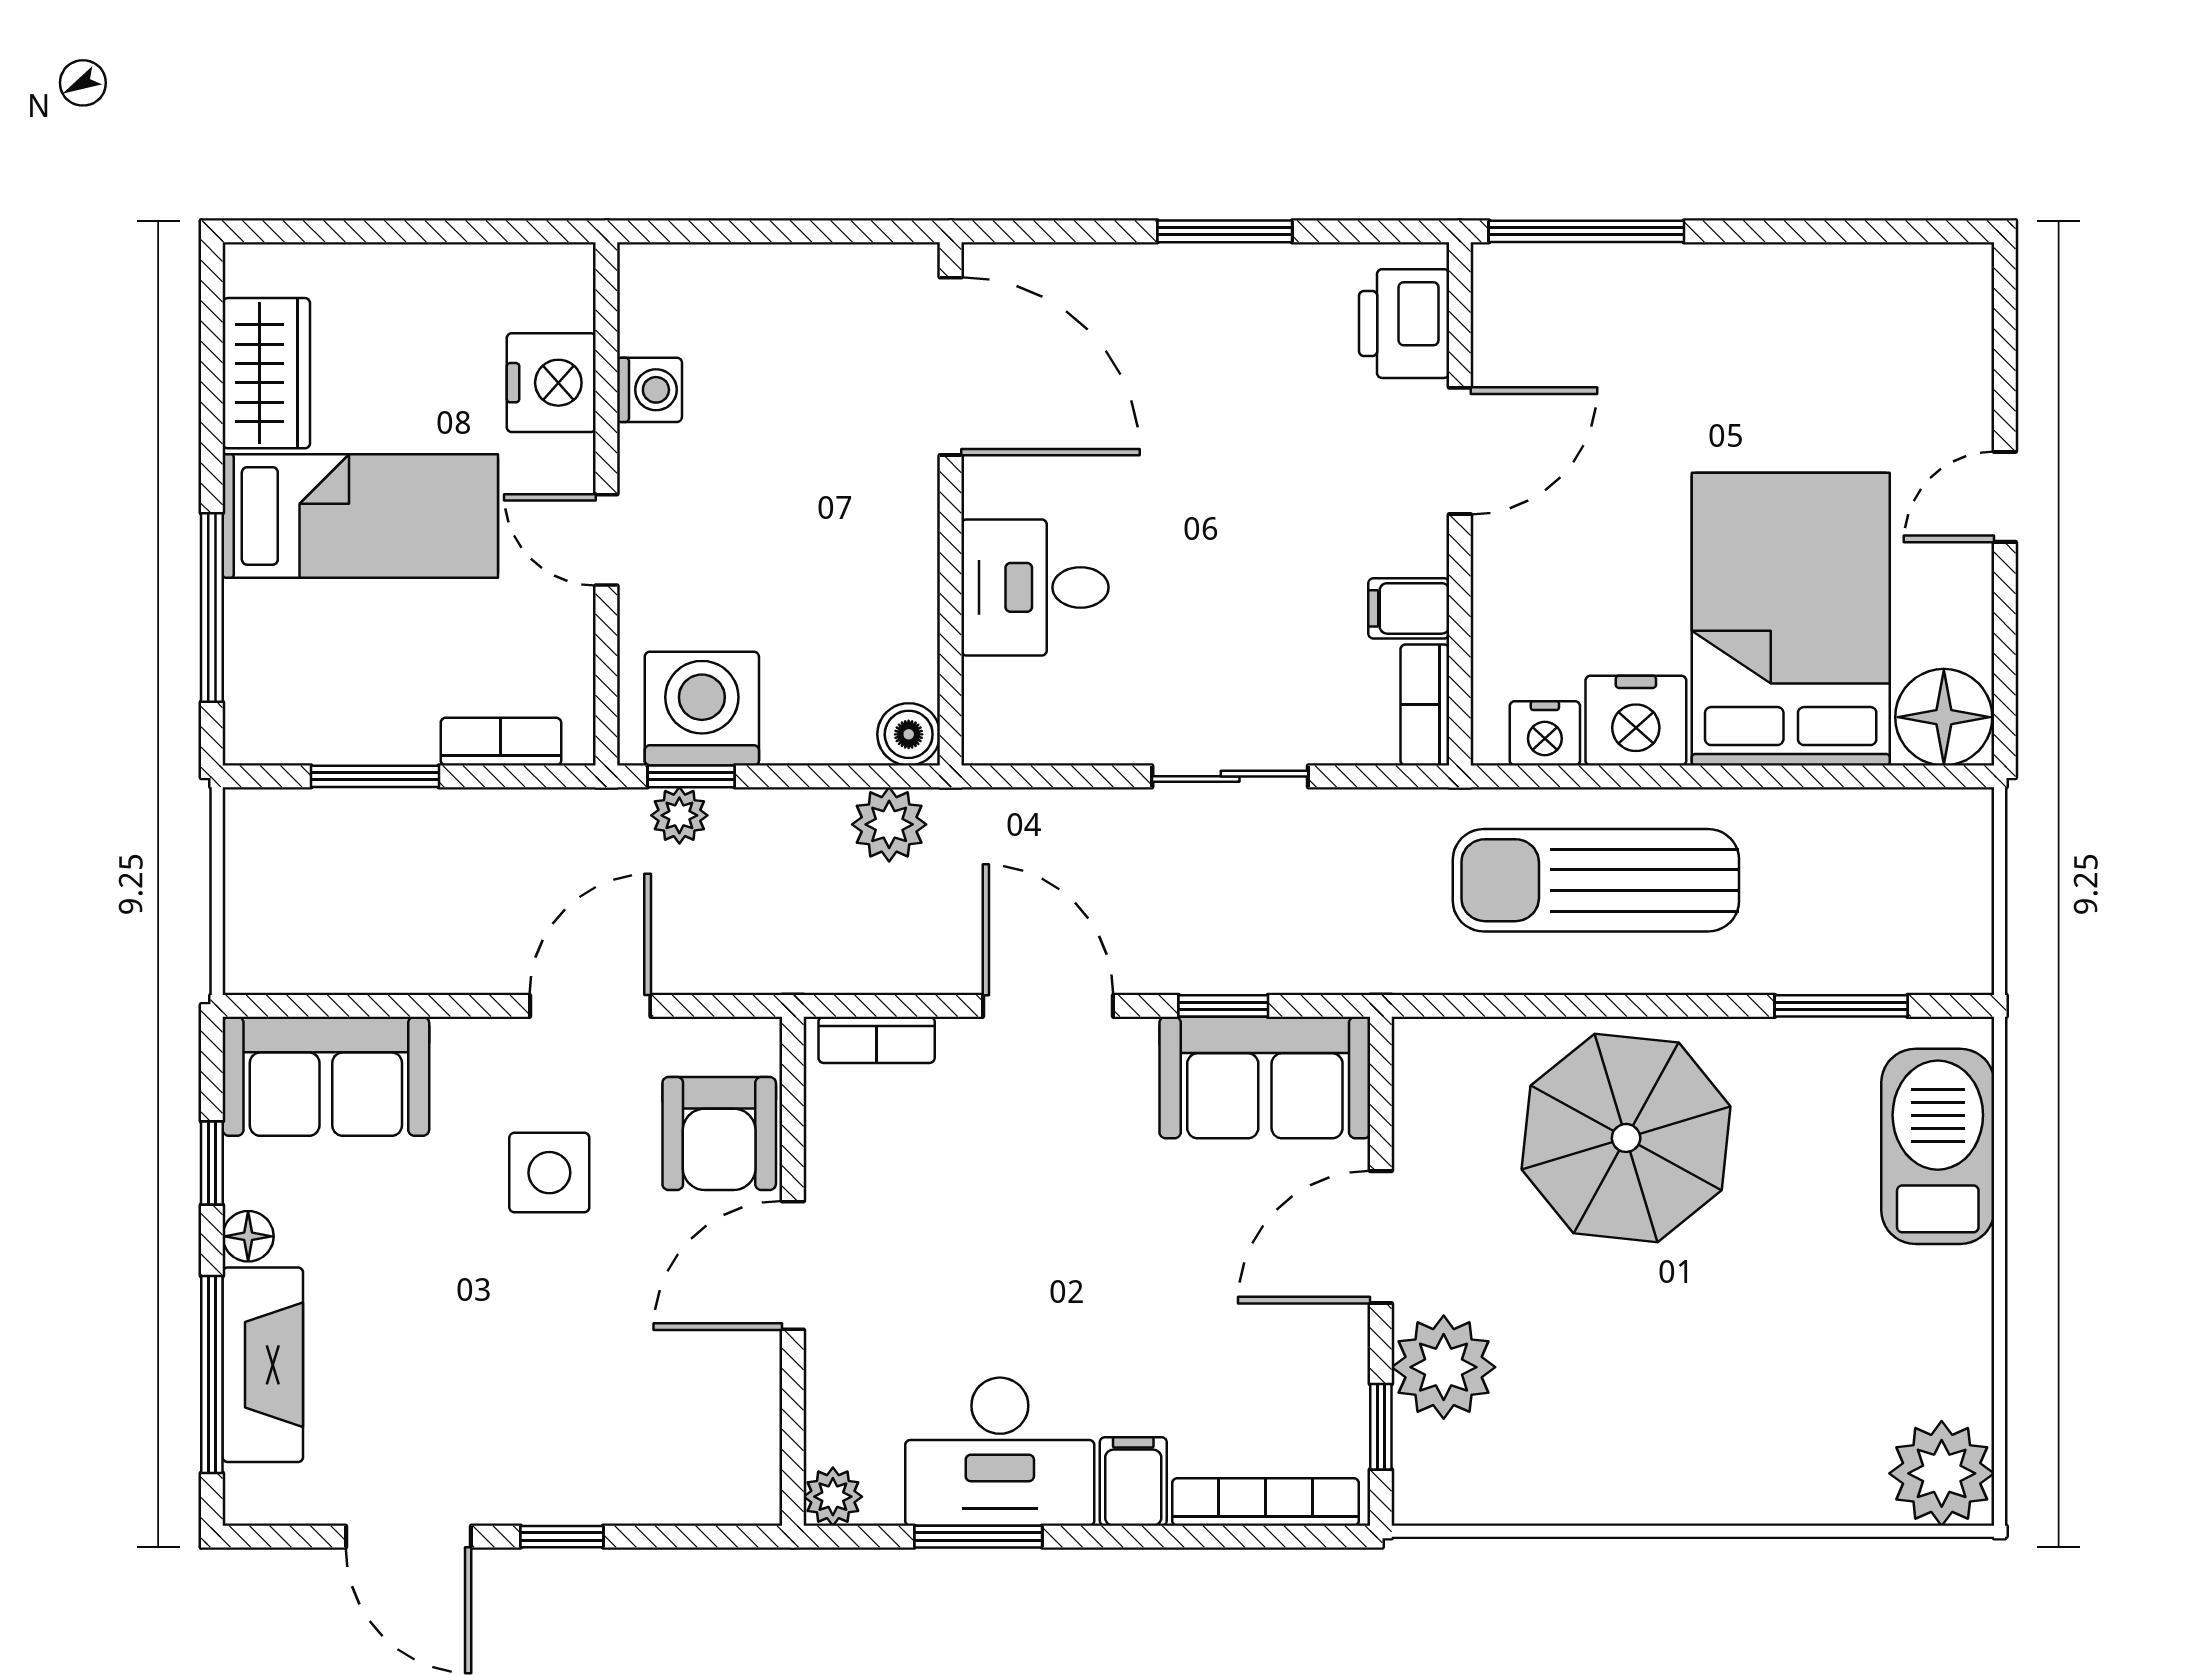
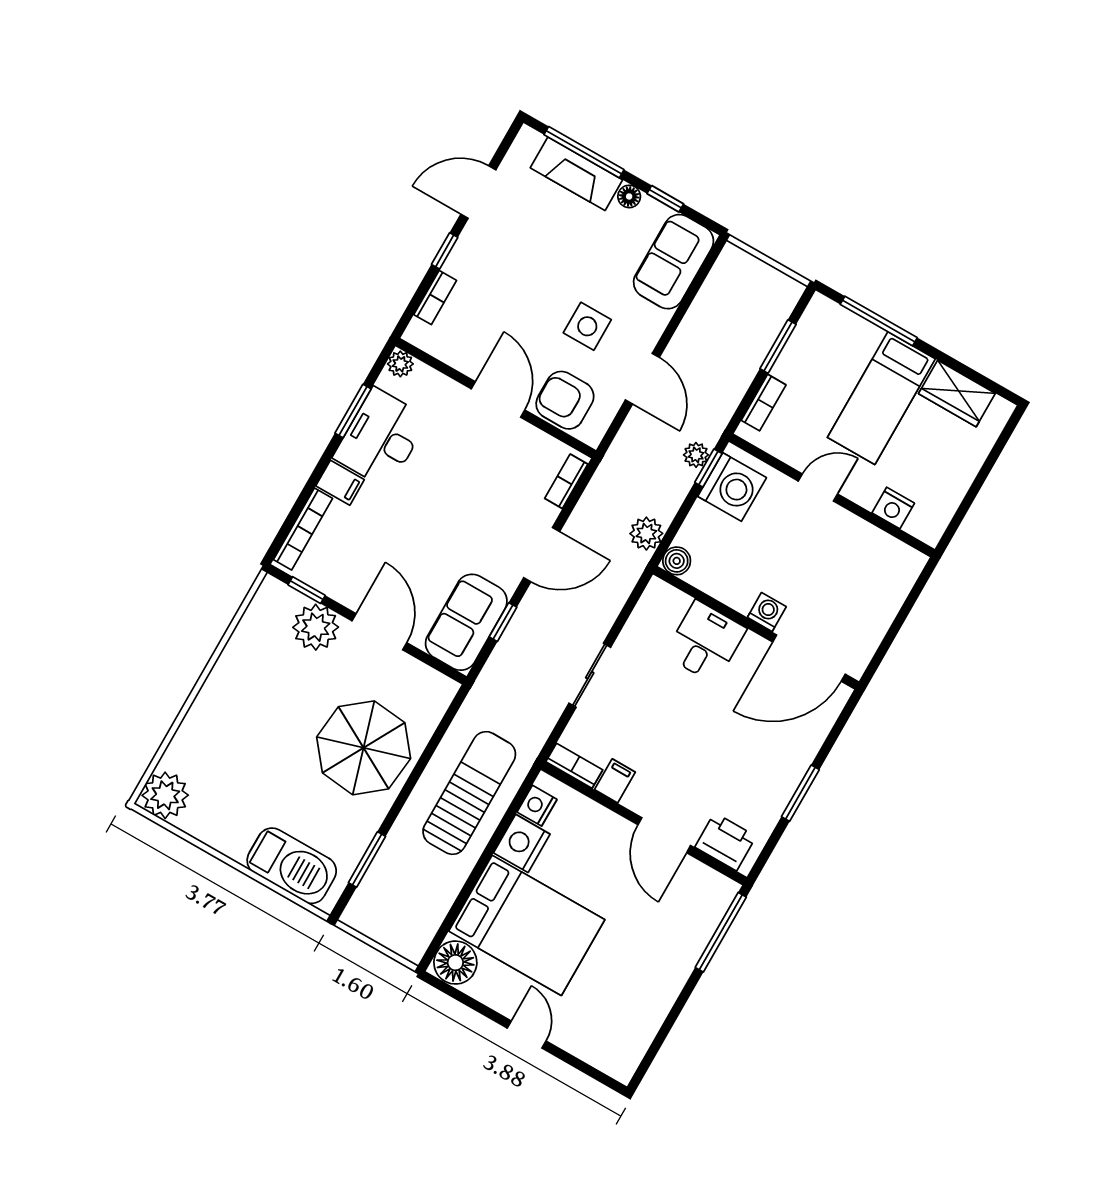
nightstand: (551, 383) -> (893, 508), width x0.74, depth x0.75
washing machine: (649, 390) -> (767, 612), moved, turned 180
bookcase: (664, 1503) -> (435, 298), added

